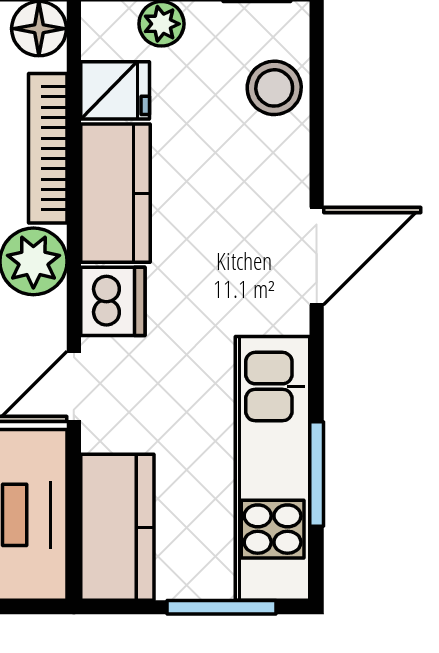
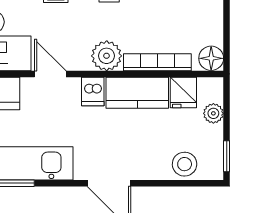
dishwasher: (113, 301) -> (93, 91), width x0.73

